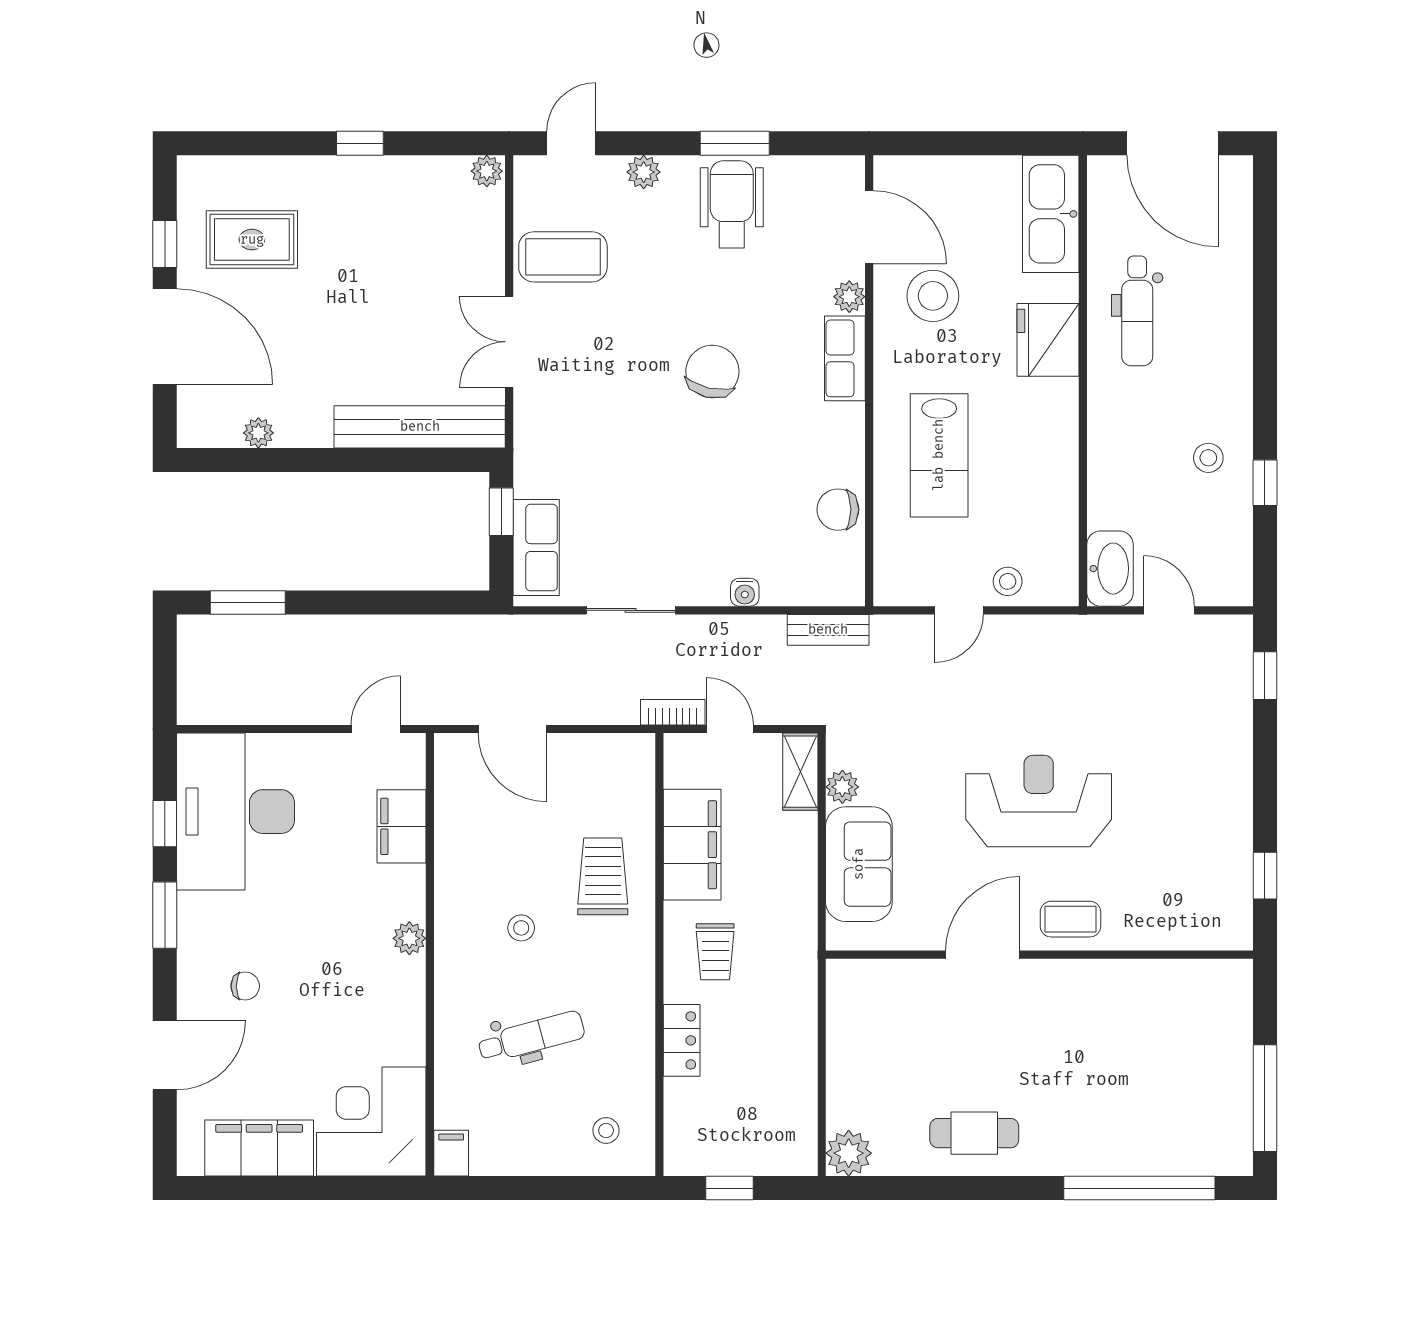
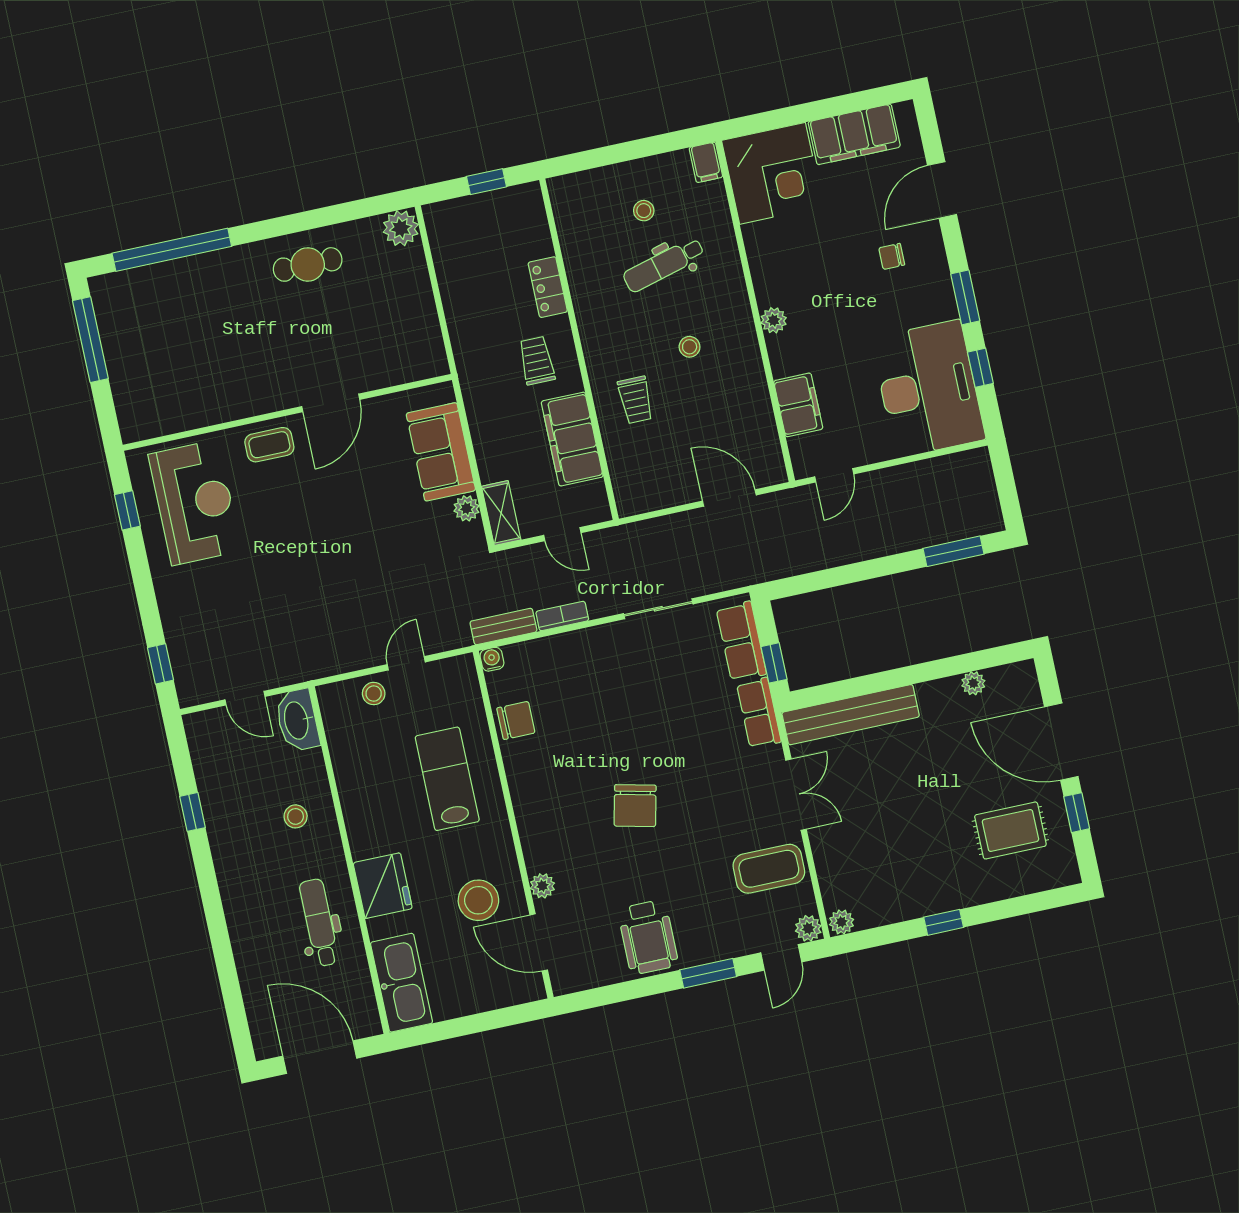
window: (735, 143) -> (708, 973), moved
plant: (644, 172) -> (808, 928), moved
row of seats: (845, 358) -> (759, 713), moved, turned 180
stool: (1208, 458) -> (296, 816), moved
water cooler: (745, 592) -> (492, 659), moved
bookcase: (673, 712) -> (562, 616), moved, turned 180
reception desk: (1039, 801) -> (195, 503), moved, turned -90
trolley: (603, 876) -> (635, 400), width x0.73, depth x0.72
stool: (606, 1130) -> (644, 211), moved

